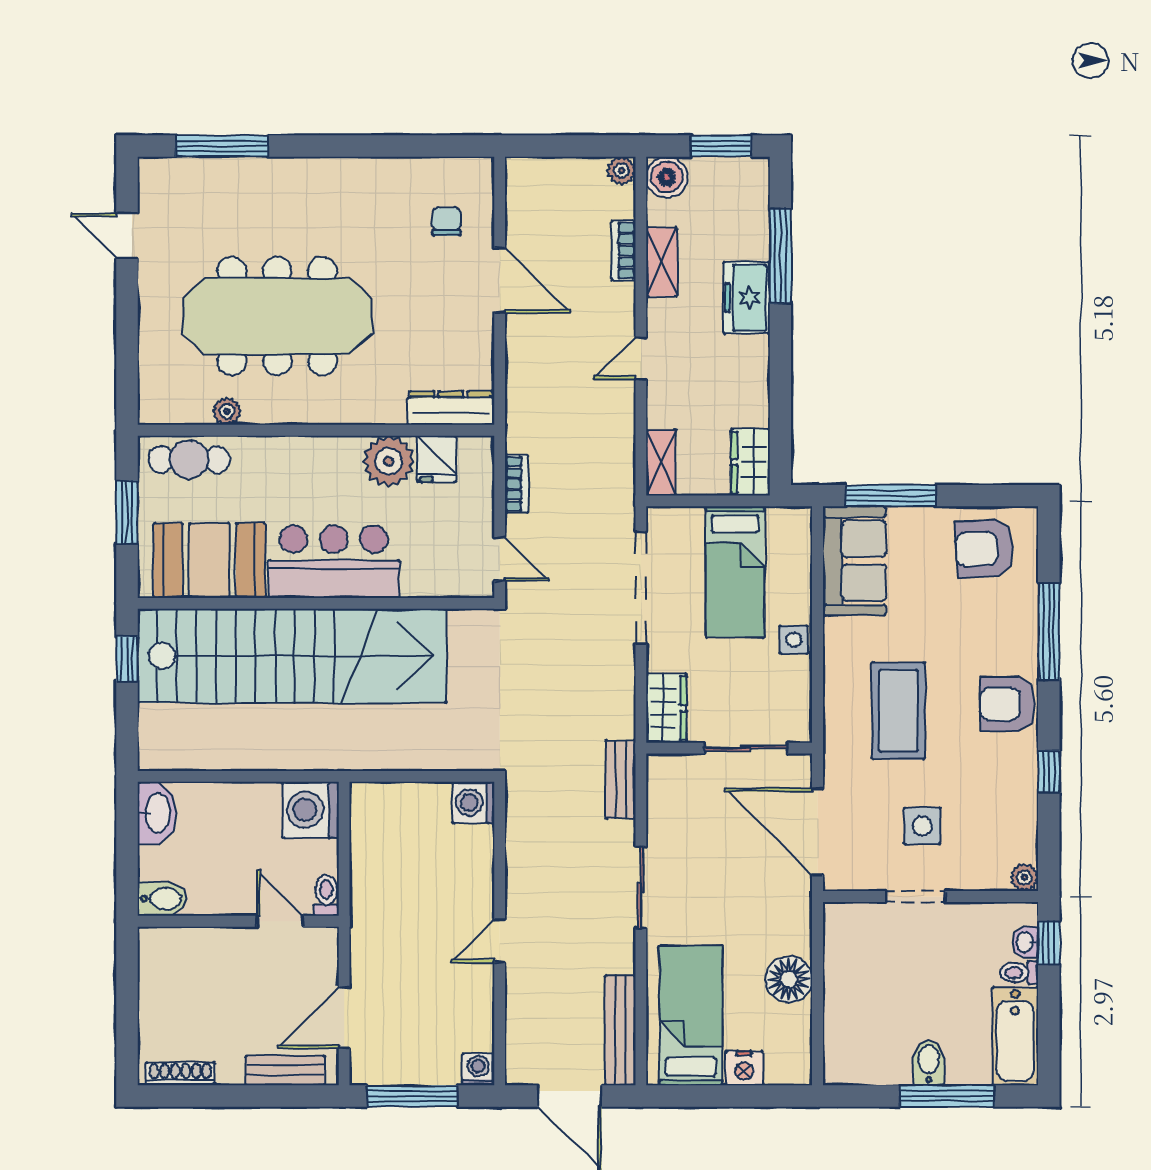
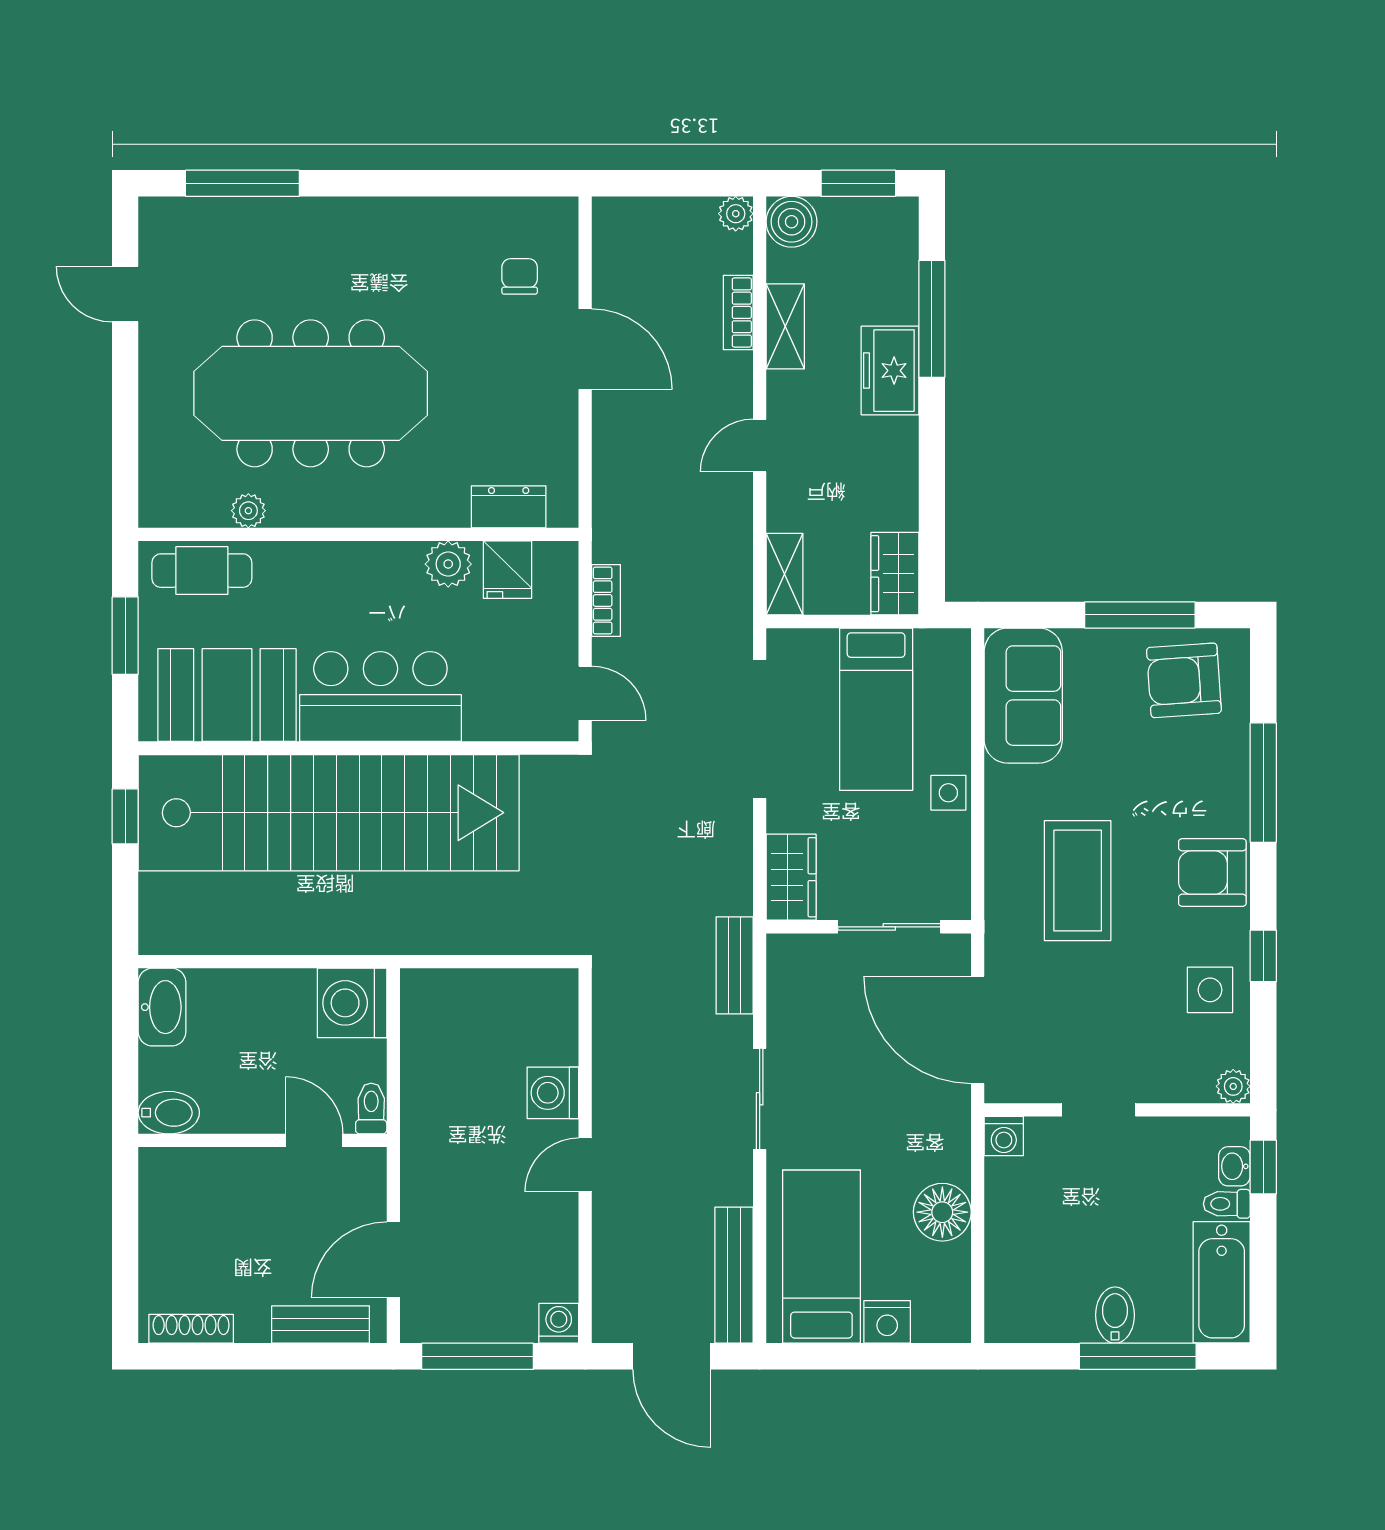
dresser: (451, 408) -> (509, 507), width x0.70
plant: (389, 461) -> (448, 564), width x0.73, depth x0.73
window: (891, 496) -> (1140, 615), moved
washing machine: (473, 803) -> (553, 1093), moved
side table: (922, 826) -> (1210, 990), moved
washing machine: (839, 918) -> (1004, 1136), added

